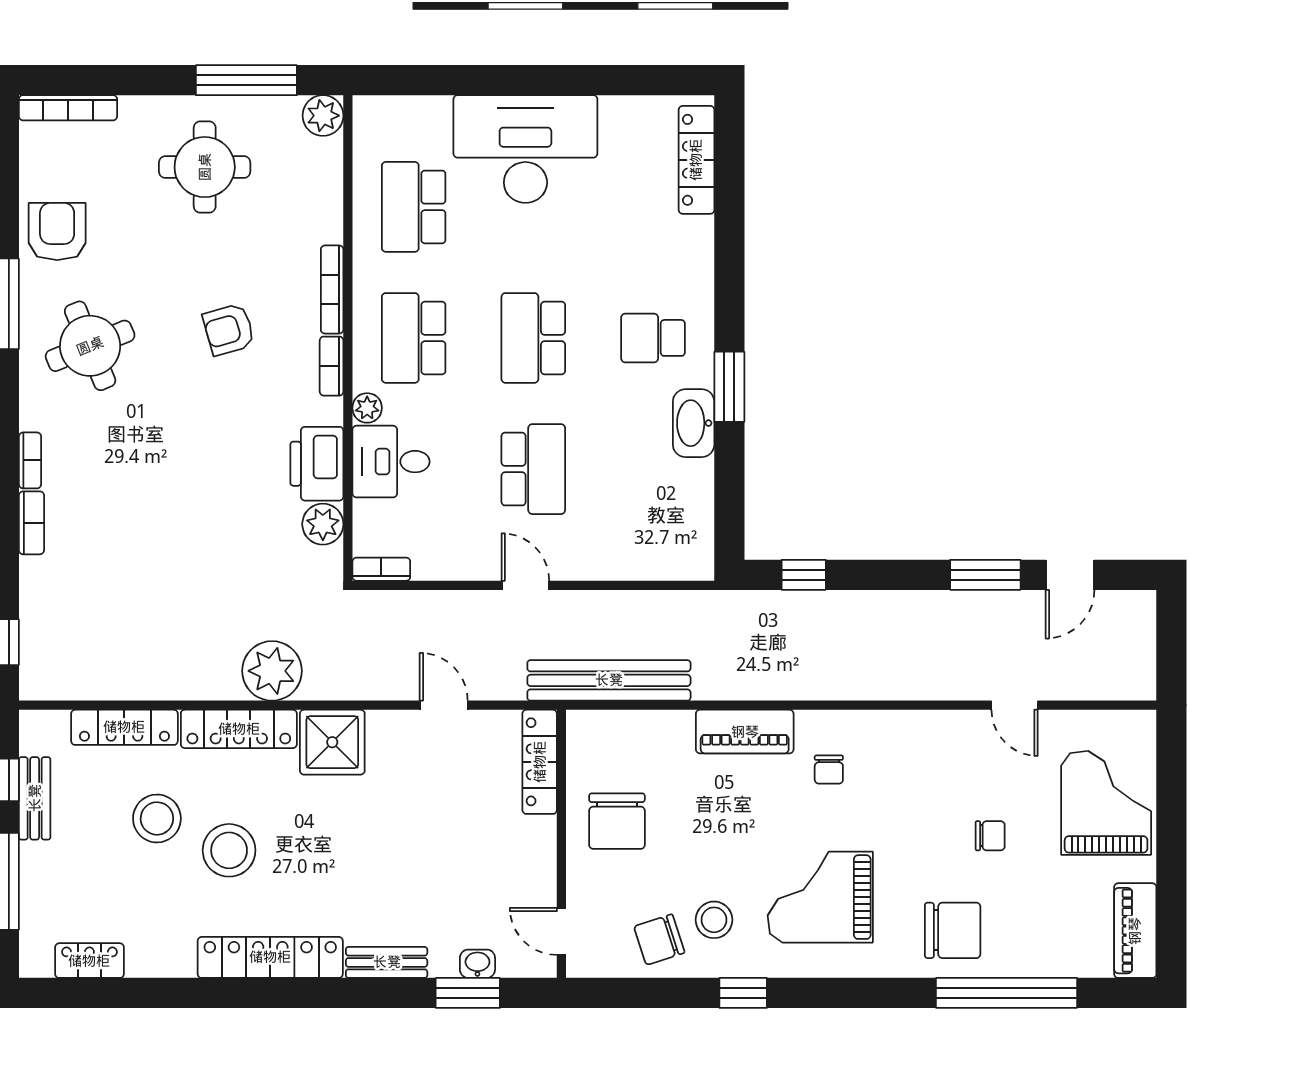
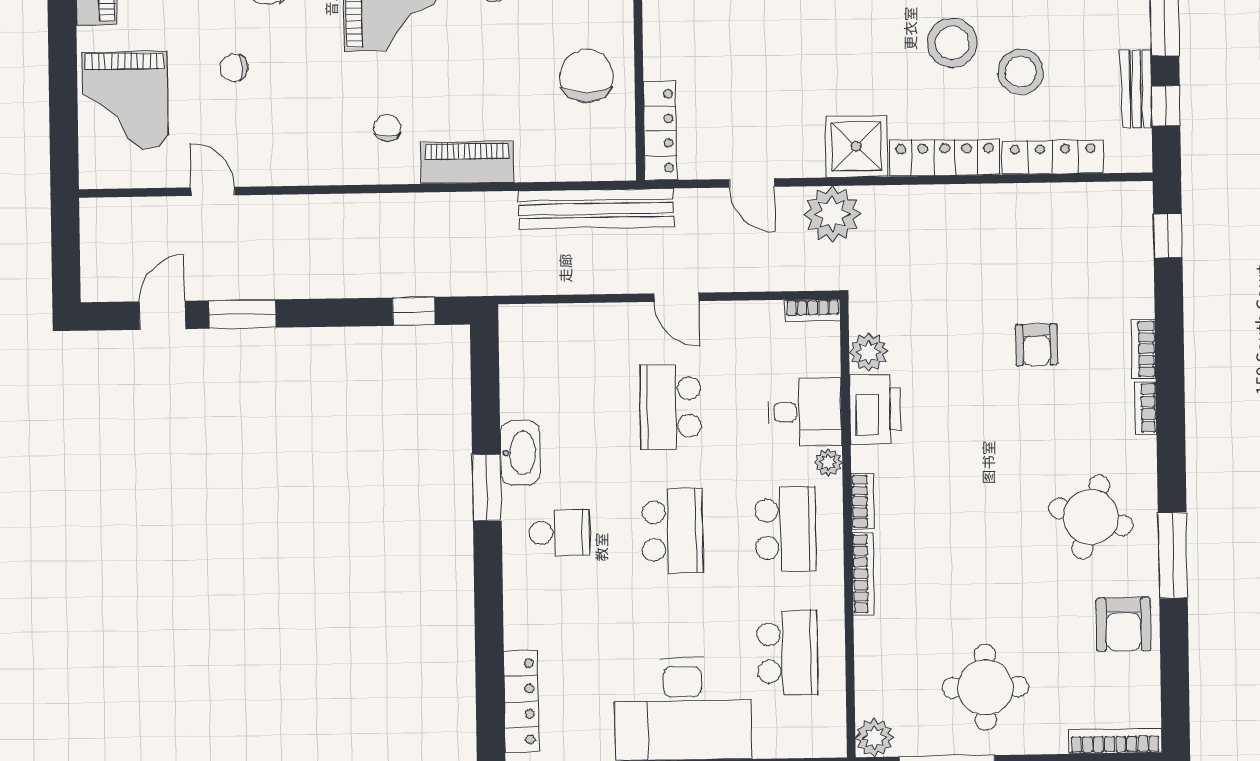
armchair: (229, 330) -> (1037, 345), moved, turned 106
round table: (90, 346) -> (1091, 517), turned 38
plant: (272, 671) -> (832, 214), moved

